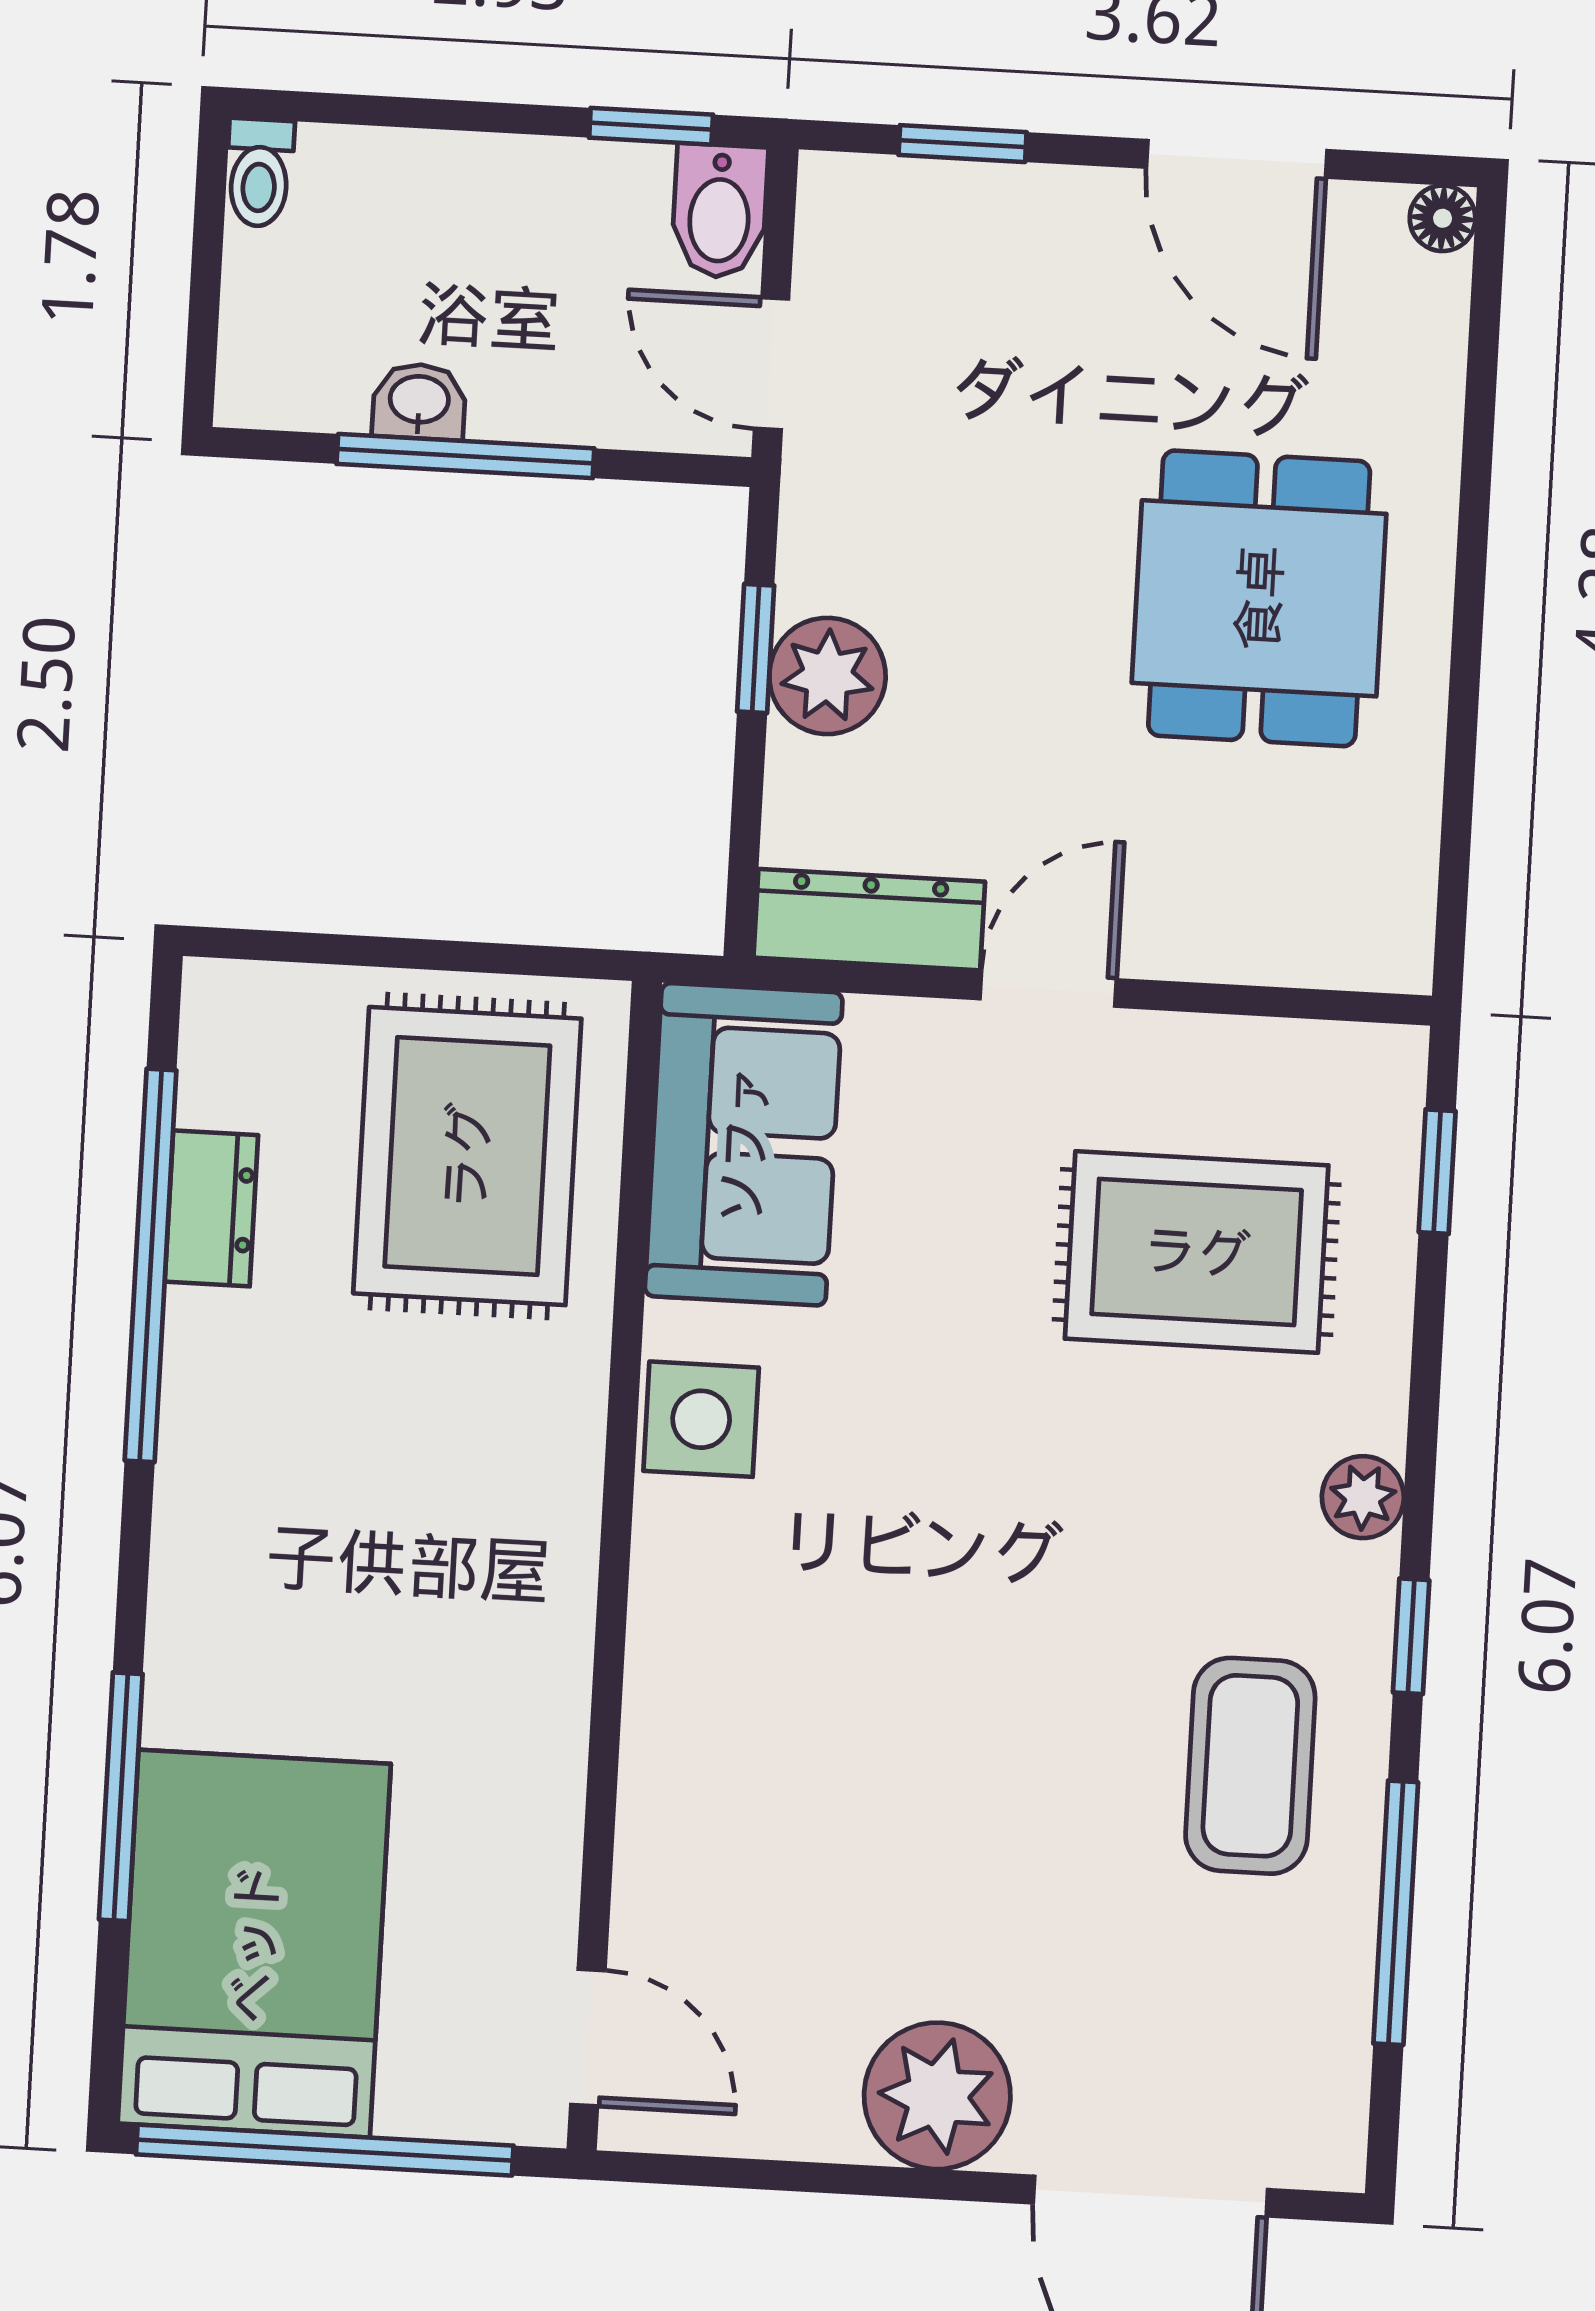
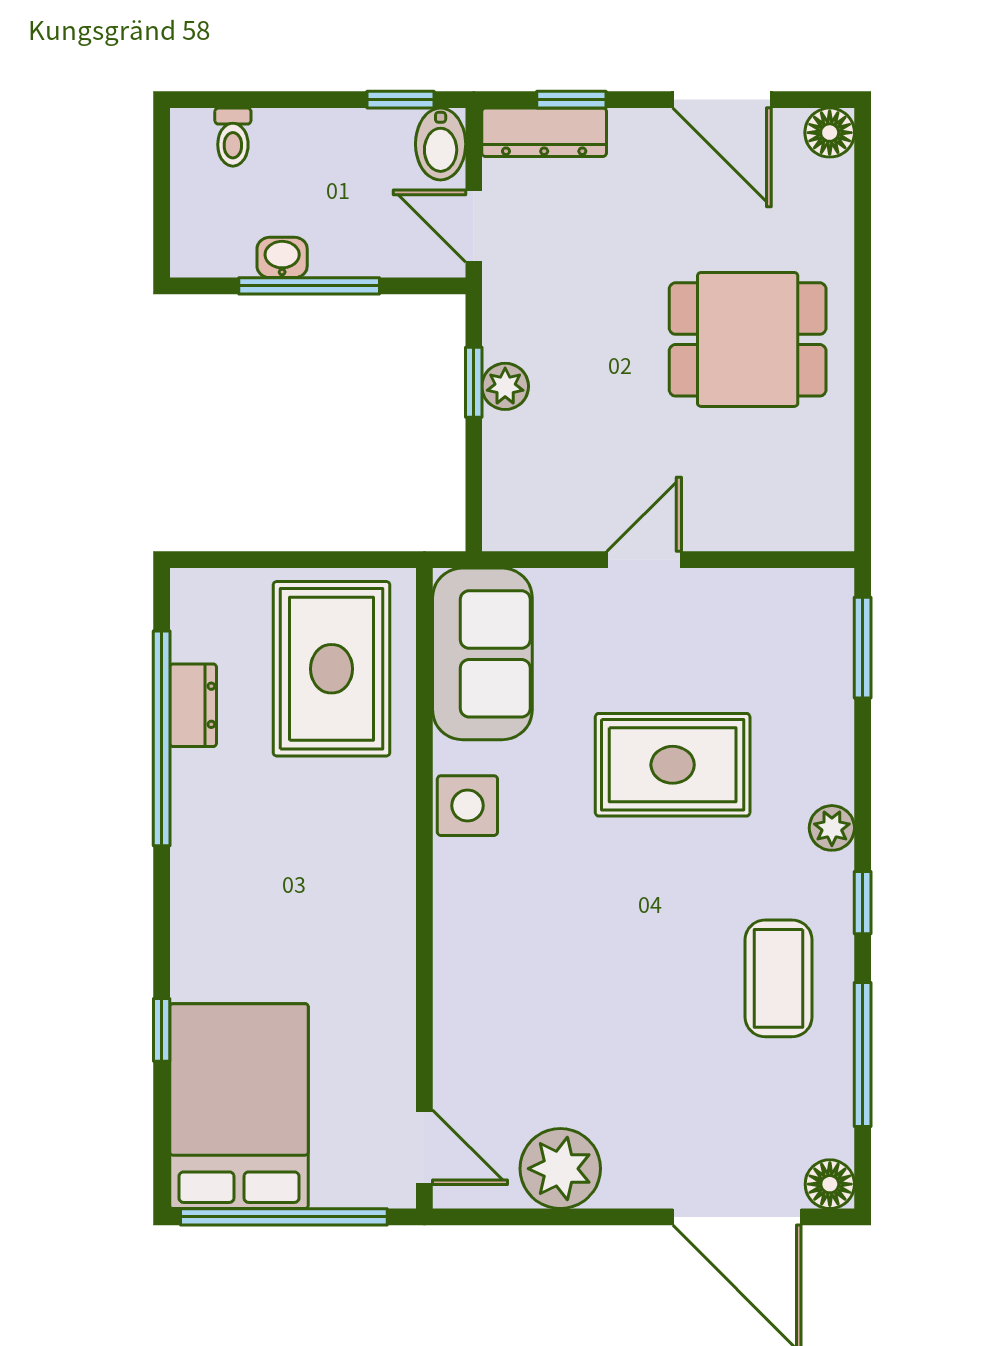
toilet: (259, 173) -> (233, 137), moved
floor lamp: (1443, 218) -> (830, 133), width x1.37, depth x1.37
dining table: (1259, 598) -> (748, 339), turned 90
plant: (827, 676) -> (505, 386), width x0.73, depth x0.73
dresser: (869, 920) -> (544, 132), moved, turned 180
window: (1437, 1172) -> (863, 648), width x1.50
rug: (1197, 1252) -> (673, 765), moved
window: (121, 1797) -> (162, 1030), width x0.46
plant: (937, 2096) -> (560, 1169), moved
floor lamp: (1323, 2146) -> (830, 1184), added

